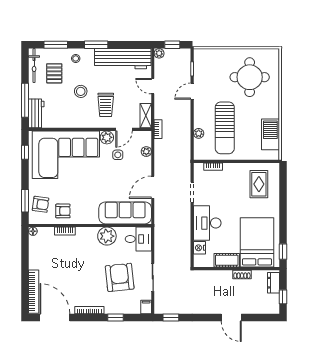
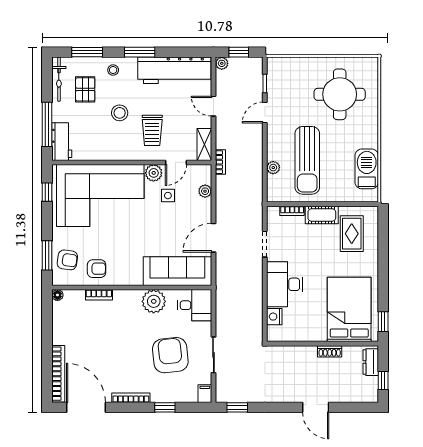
cot: (227, 260) -> (322, 215), moved

